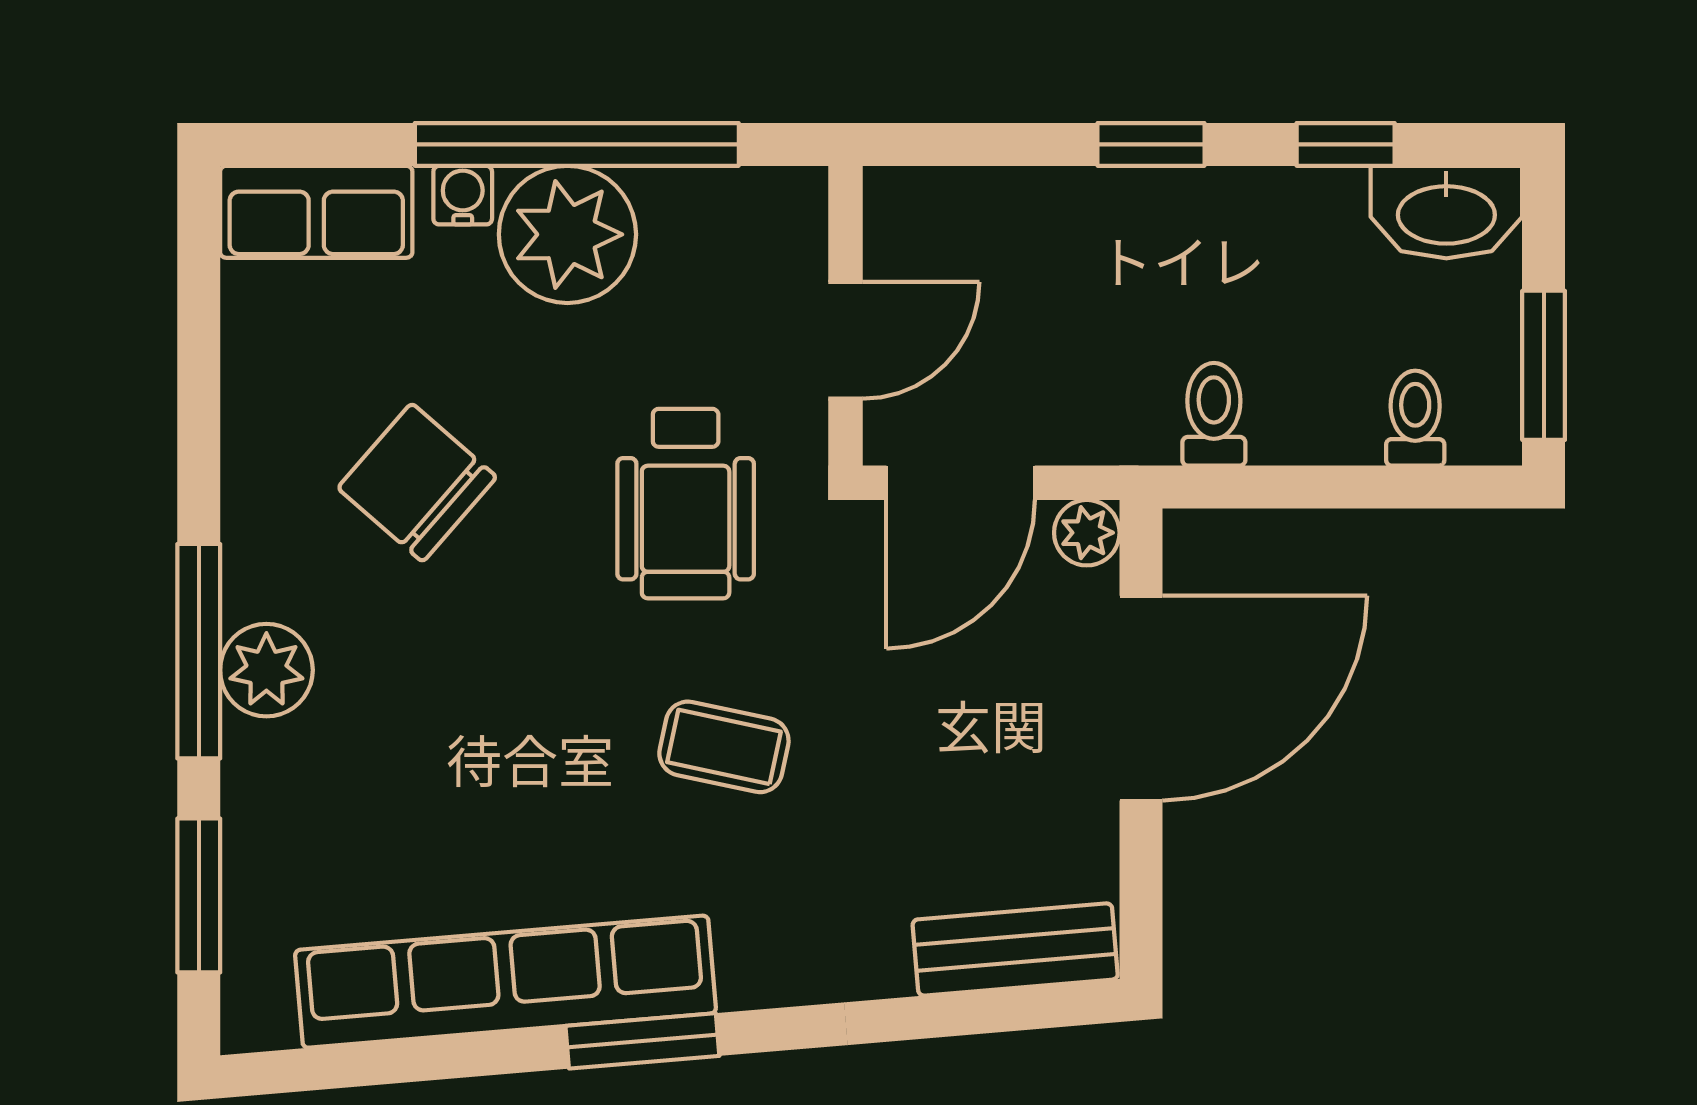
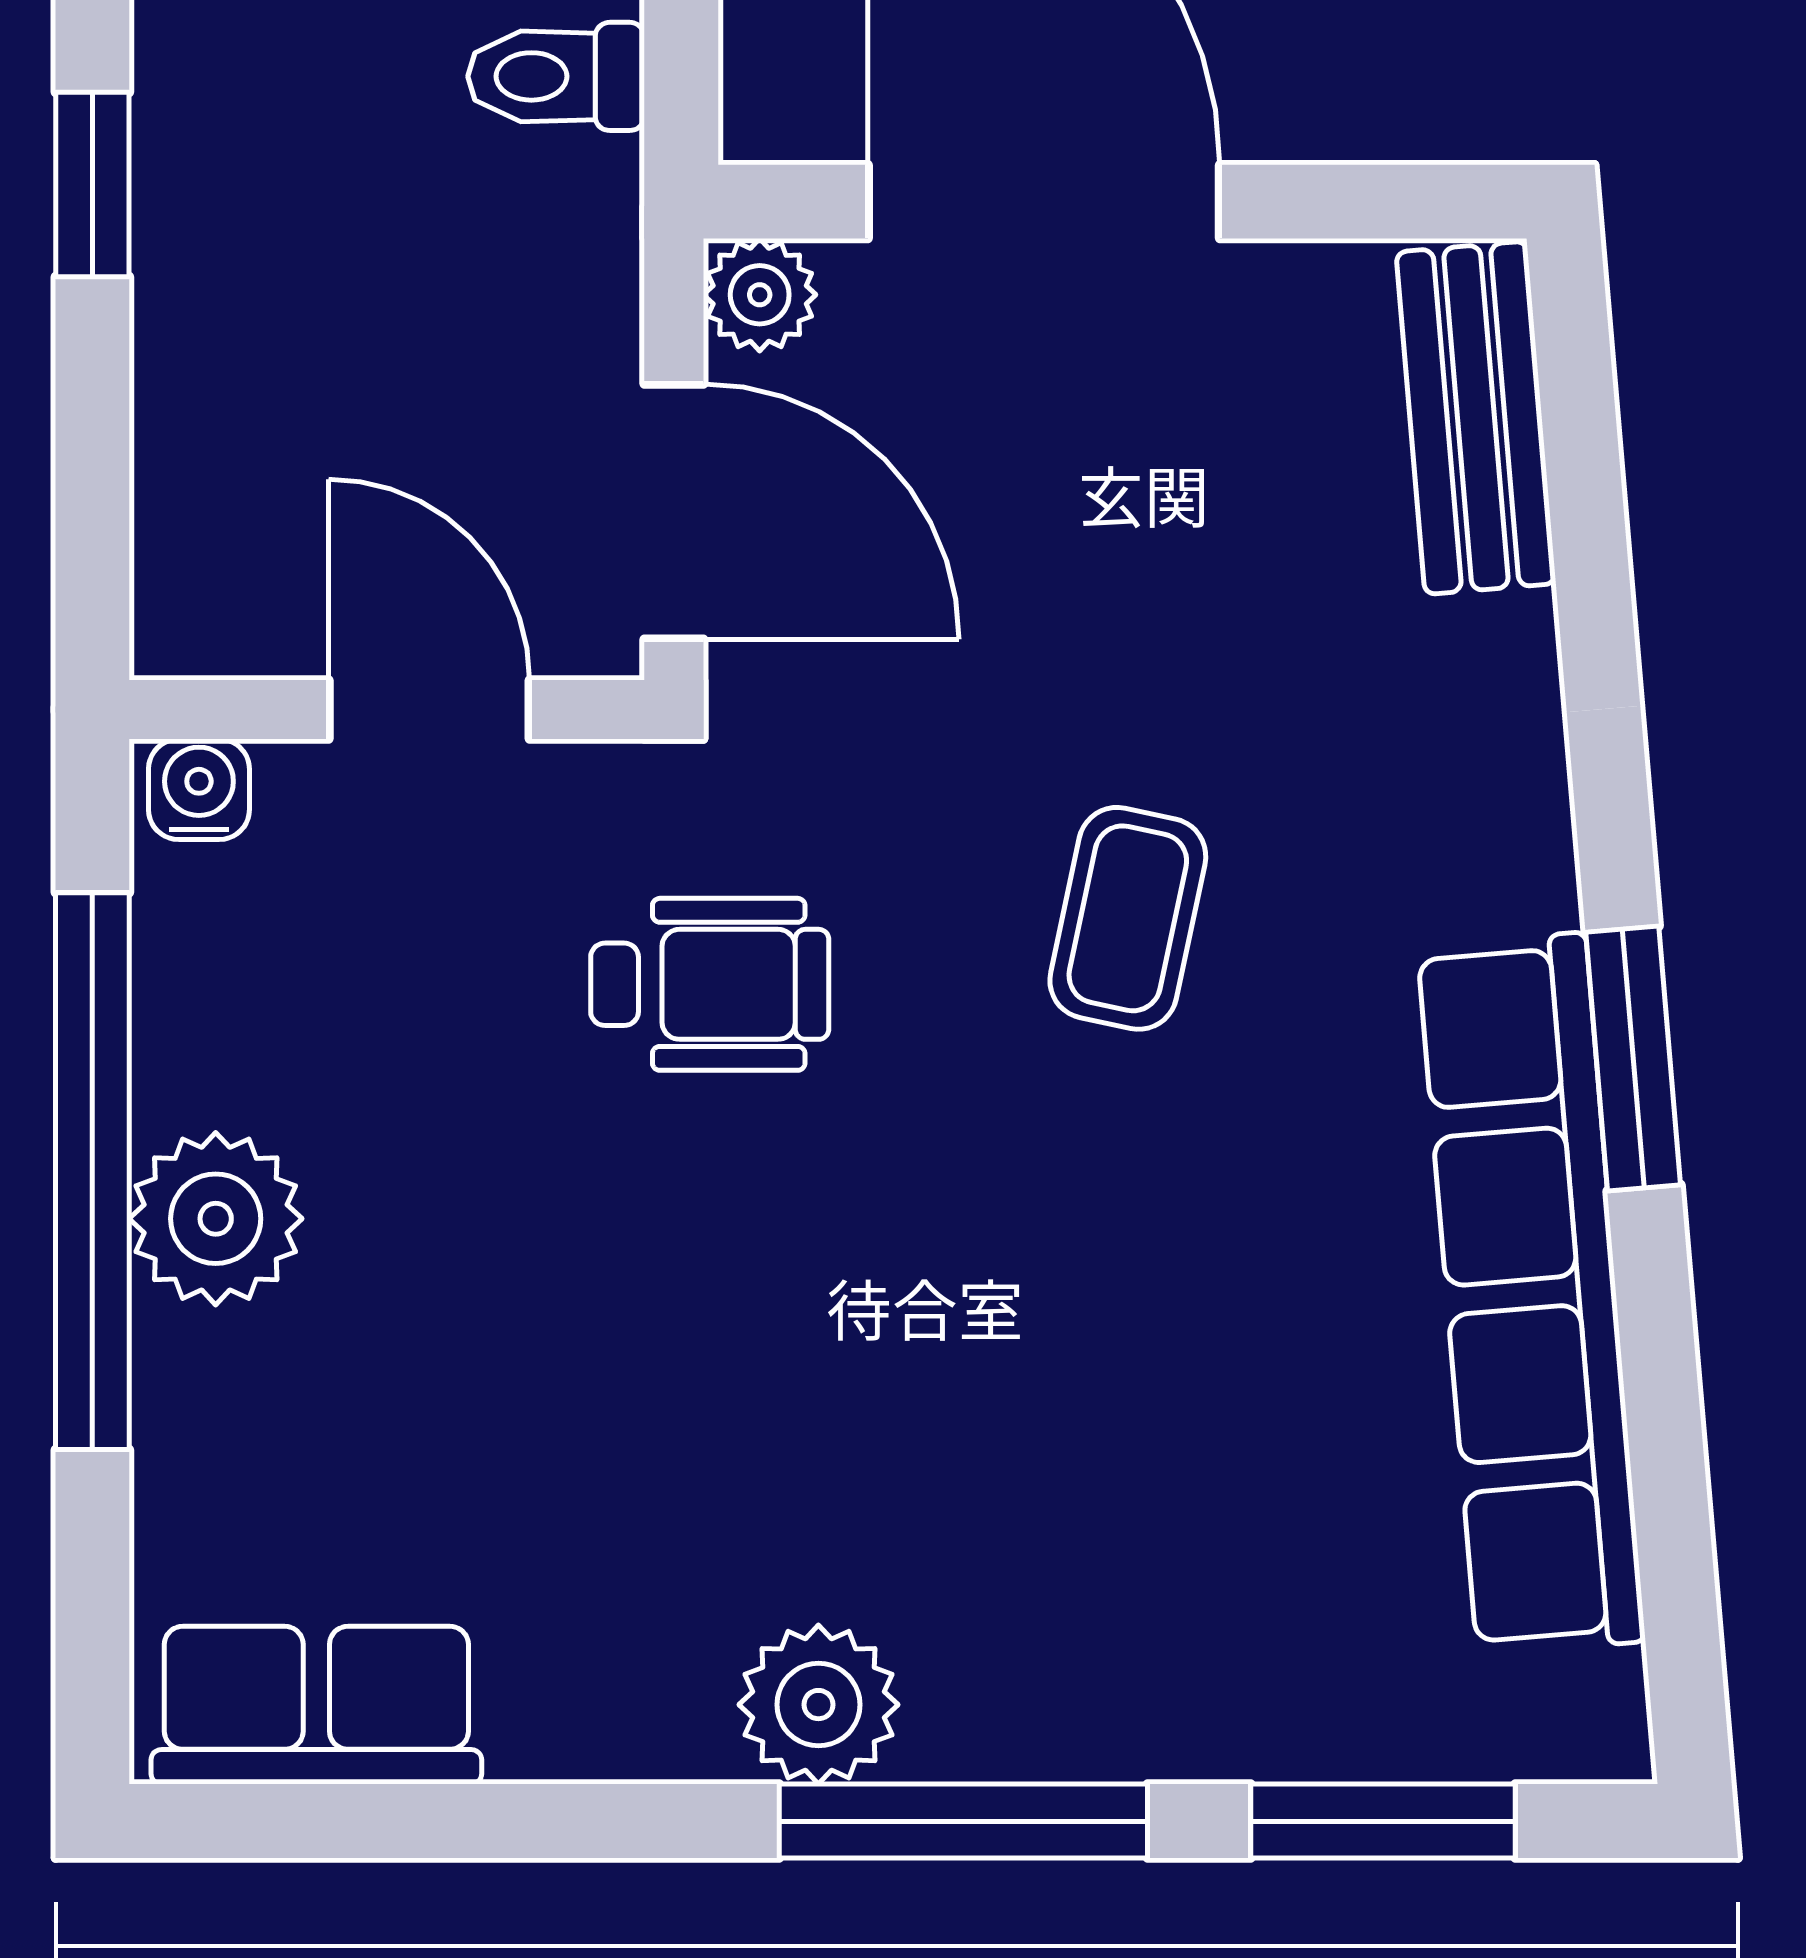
water cooler: (463, 195) -> (199, 789), moved, turned 90
row of seats: (316, 212) -> (316, 1705), moved, turned -90
plant: (567, 234) -> (216, 1219), width x0.73, depth x0.73
chair: (417, 483) -> (673, 1446), removed
wheelchair: (686, 504) -> (710, 984), width x0.73, depth x0.73
plant: (266, 670) -> (818, 1705), moved

